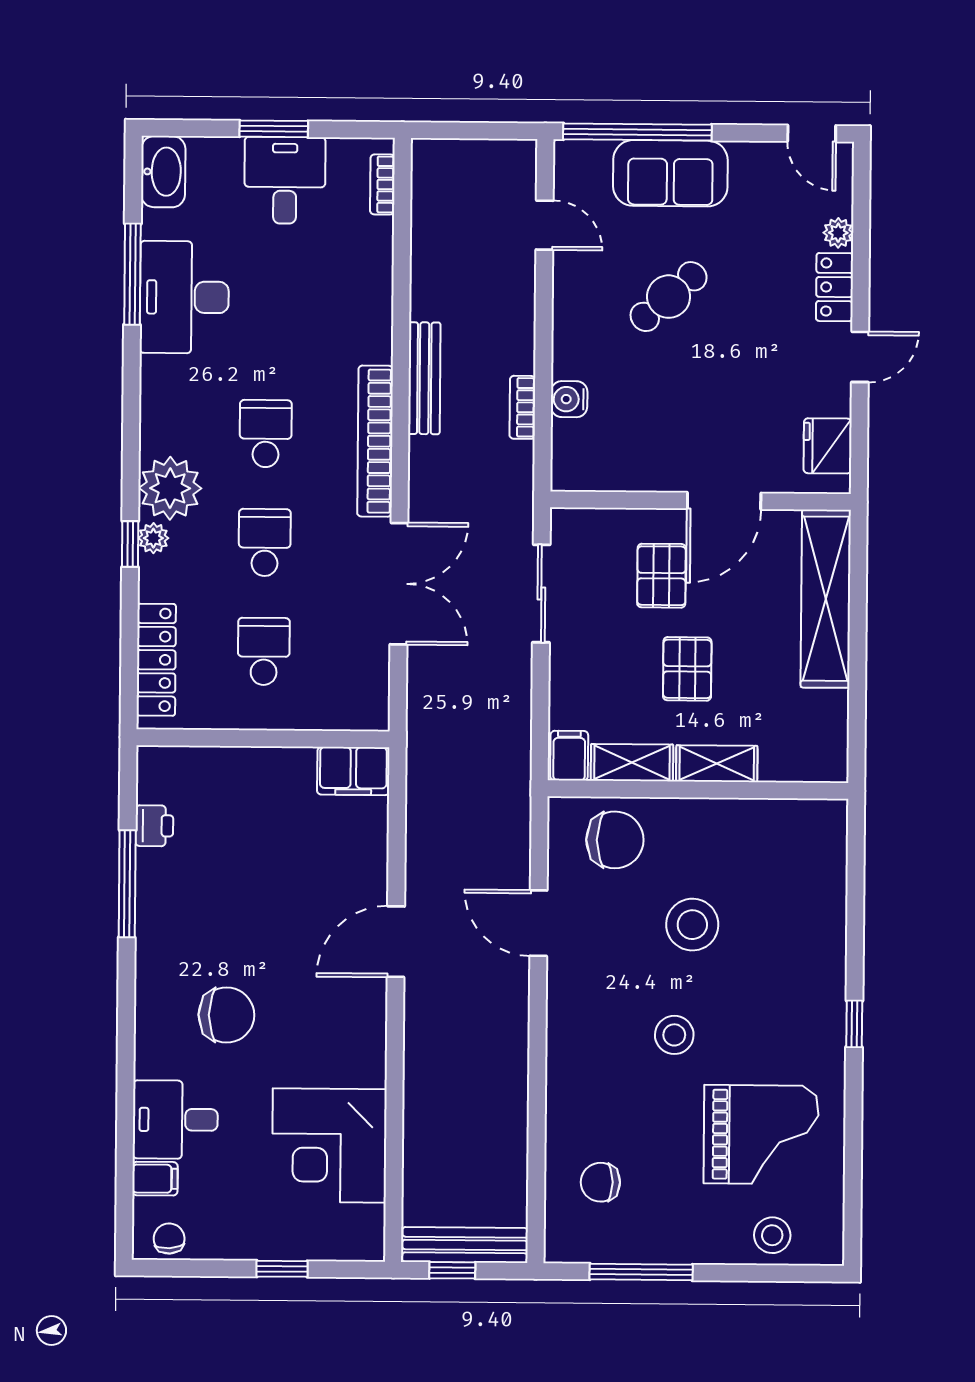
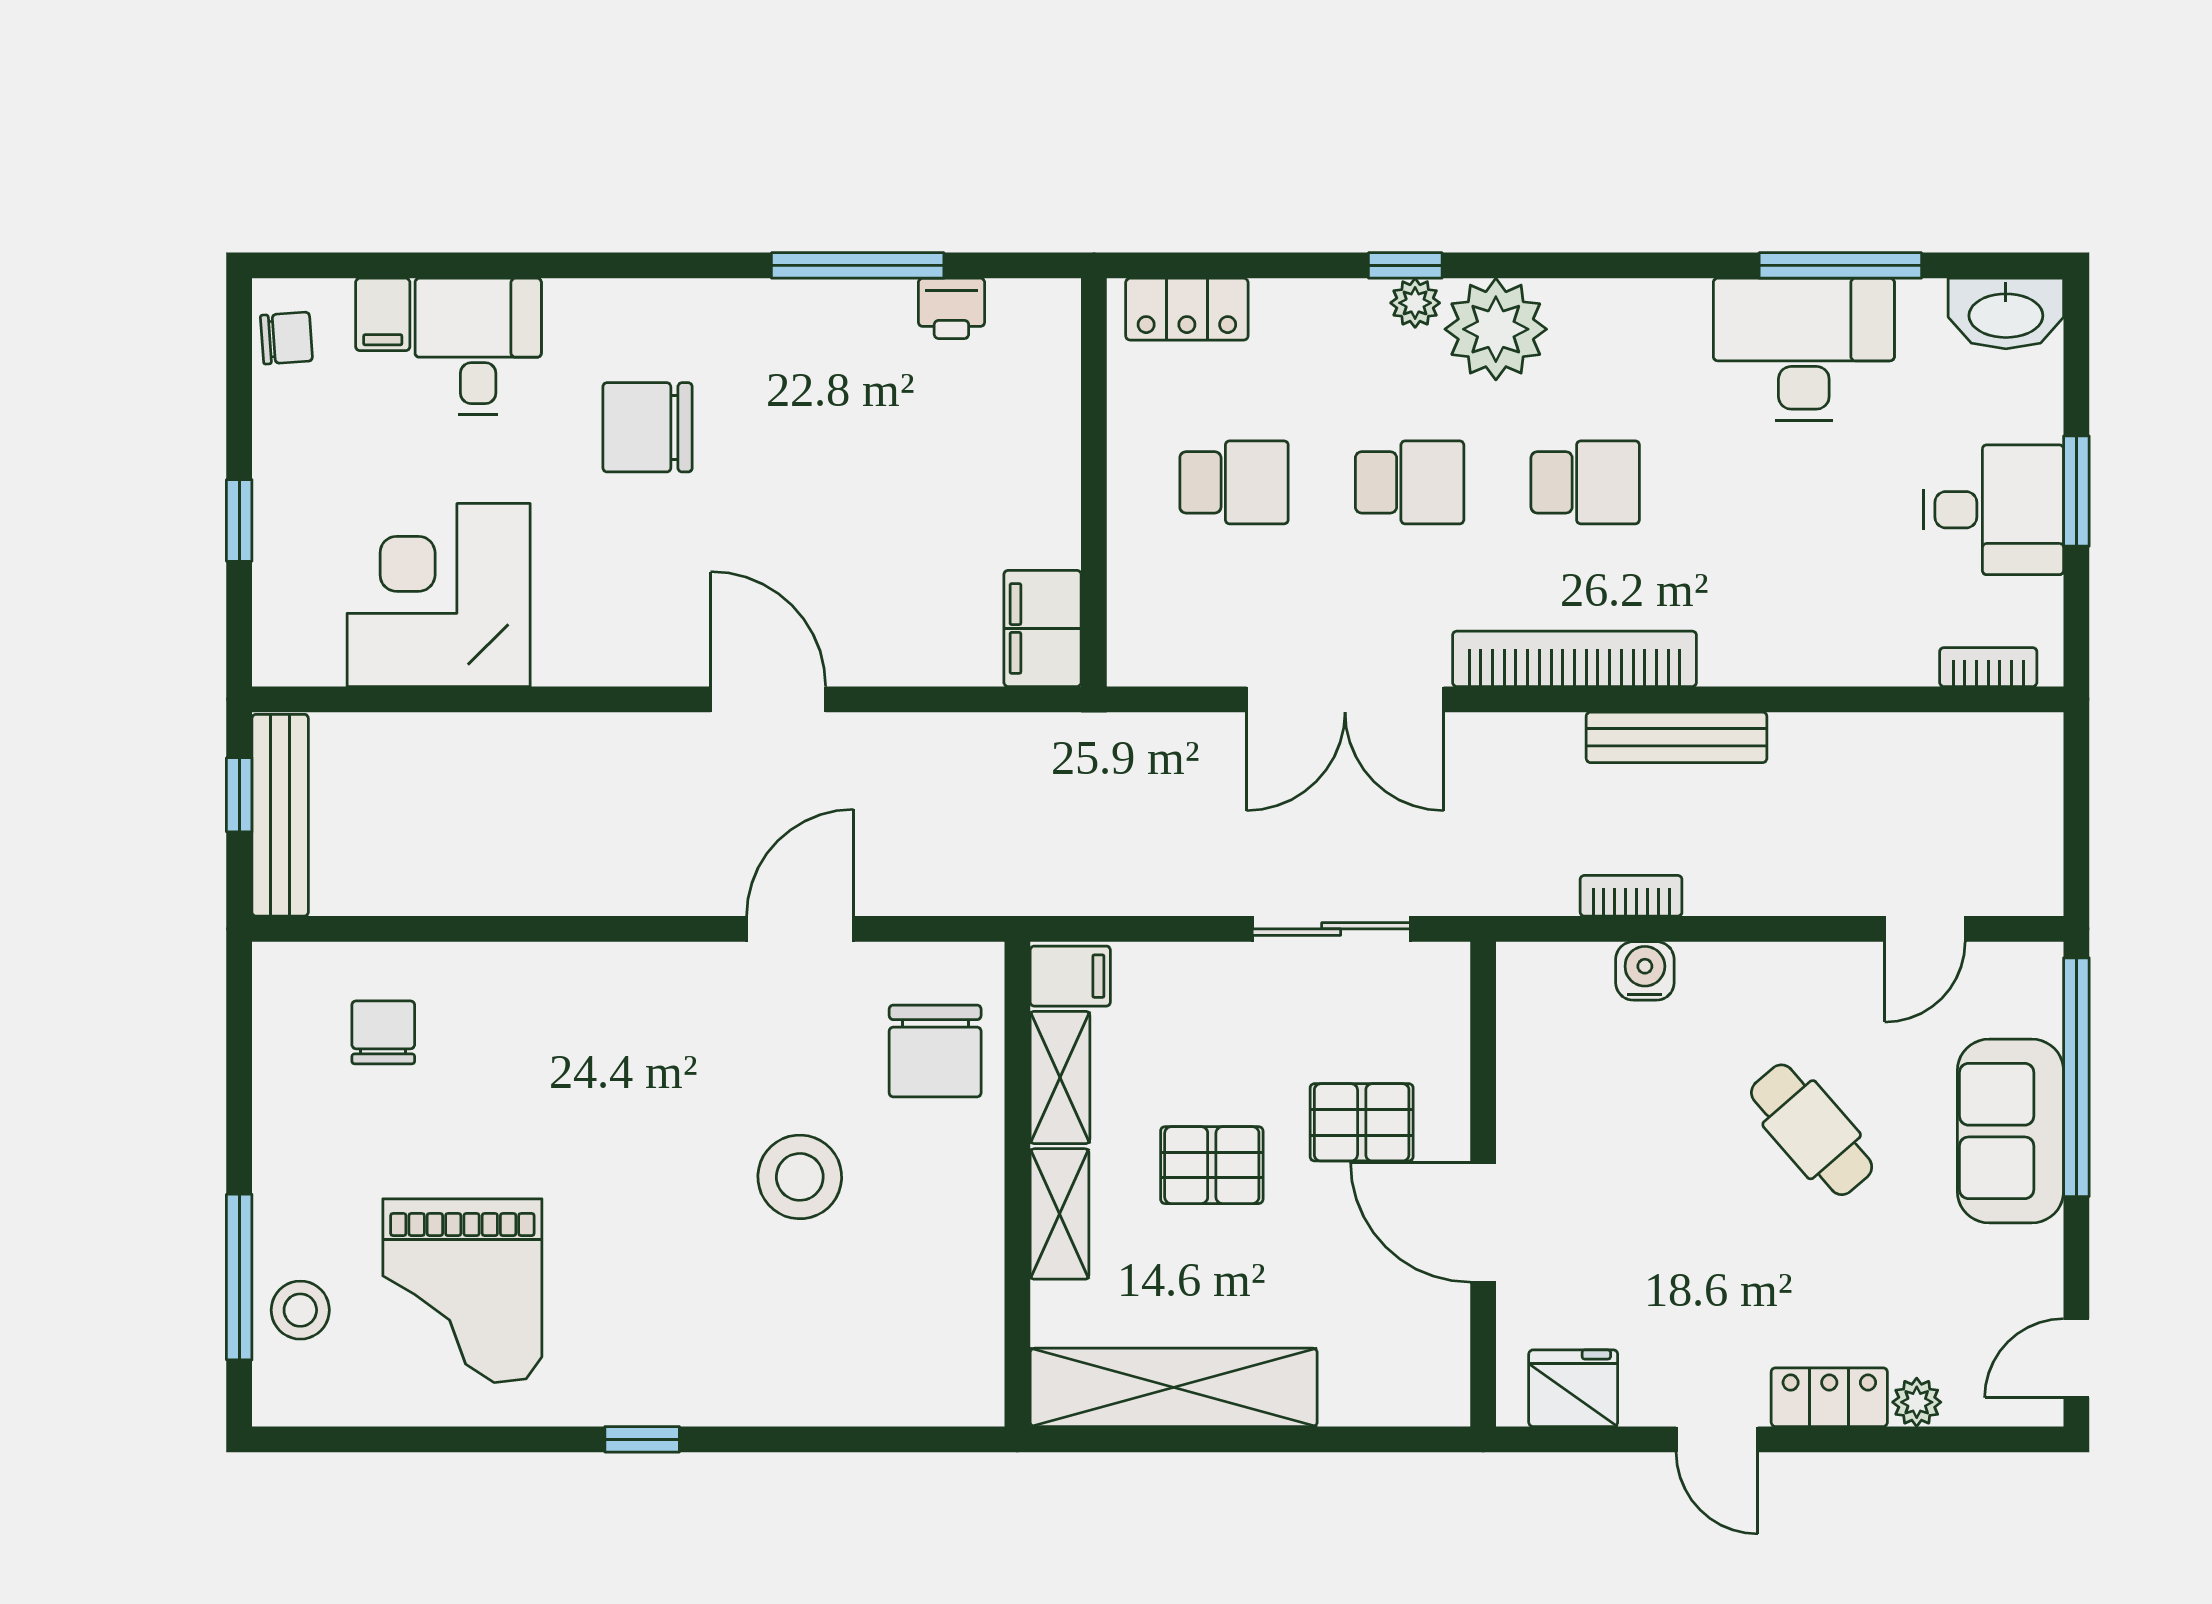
shelving: (826, 599) -> (1174, 1387), moved
locker: (156, 660) -> (1187, 309), width x0.66
chair: (226, 1015) -> (648, 427), turned 90
stool: (674, 1035) -> (622, 1149), removed
window: (641, 1272) -> (239, 1277), moved

